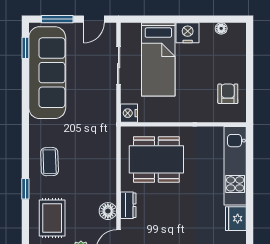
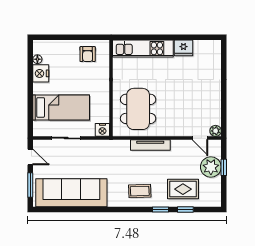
nightstand: (188, 33) -> (41, 73), moved
window: (25, 48) -> (185, 210), moved
armchair: (228, 94) -> (88, 54), turned -90
tv unit: (110, 175) -> (150, 145), added
dresser: (128, 205) -> (173, 131), removed
floor lamp: (108, 211) -> (178, 146), removed

